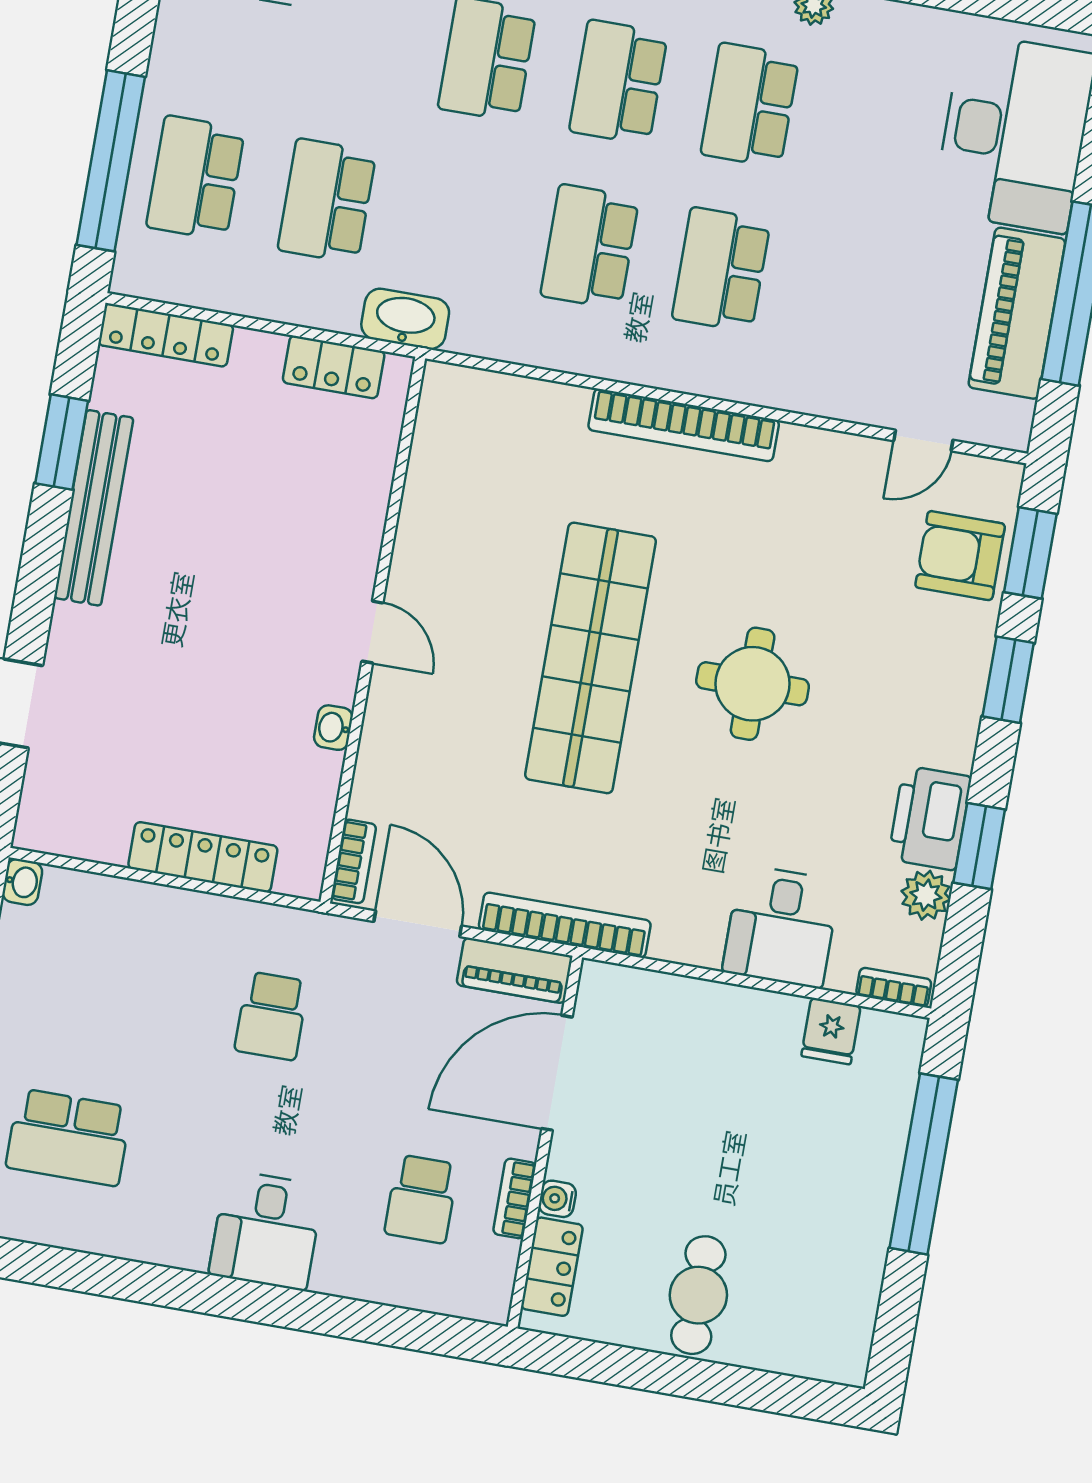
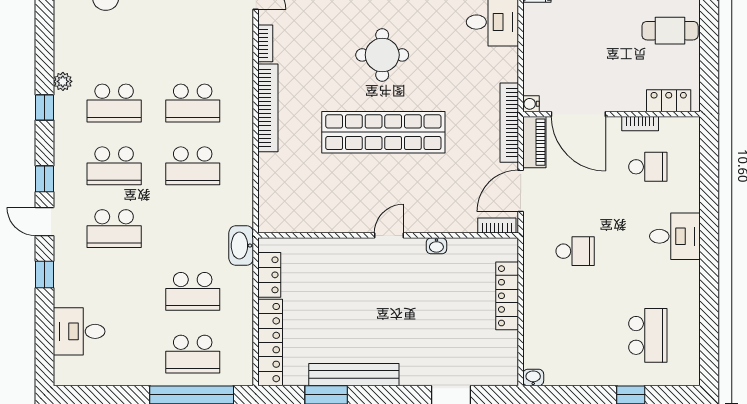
locker: (166, 335) -> (270, 343), width x1.41, depth x1.21
bookcase: (819, 443) -> (265, 43), added
water cooler: (557, 1199) -> (531, 104), moved, turned 90

